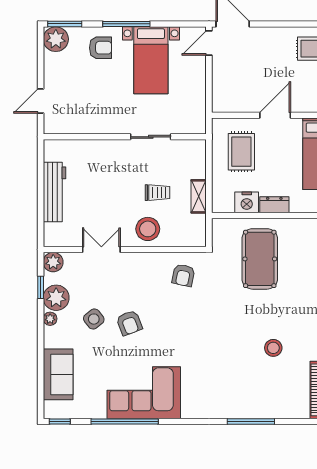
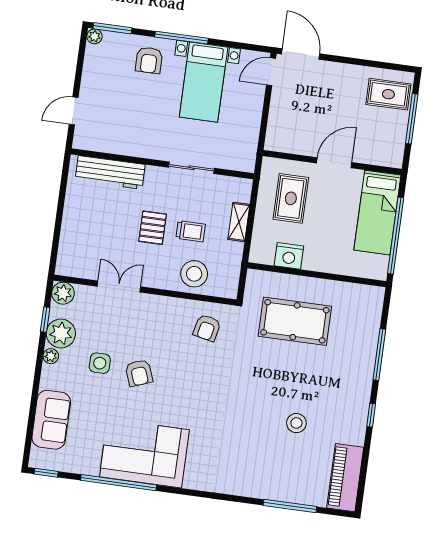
plant: (56, 39) -> (94, 36), width x0.53, depth x0.53
armchair: (101, 48) -> (149, 60), turned 90
workbench: (54, 192) -> (110, 172), moved, turned 90
pallet: (124, 194) -> (153, 228), added
shelving: (199, 196) -> (239, 222), moved
dresser: (274, 205) -> (320, 263), removed
stool: (148, 229) -> (194, 274), moved
pool table: (260, 259) -> (295, 321), turned 90
side table: (94, 319) -> (100, 363), turned 38
window: (251, 421) -> (290, 506), moved

